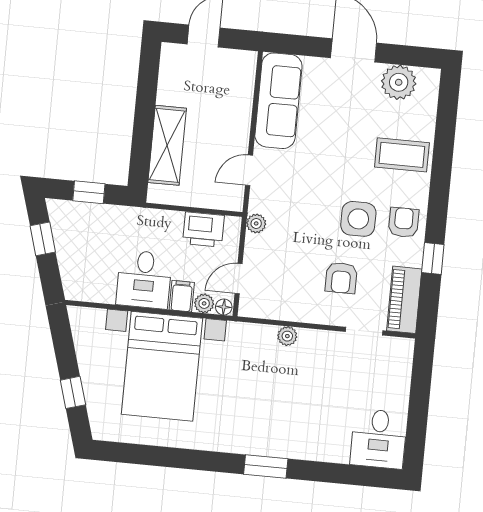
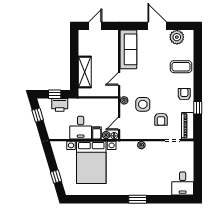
side table: (358, 219) -> (143, 104), moved
printer: (203, 229) -> (60, 105), moved

